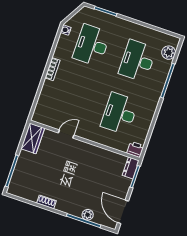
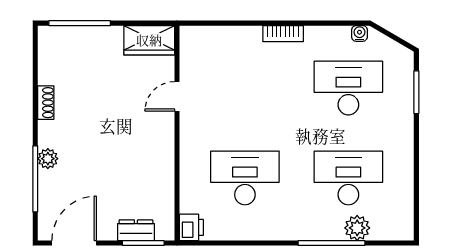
plant: (169, 53) -> (357, 228), moved
door: (66, 134) -> (177, 96), swing flipped
dresser: (131, 168) -> (136, 230), moved
plant: (88, 215) -> (48, 159), moved

